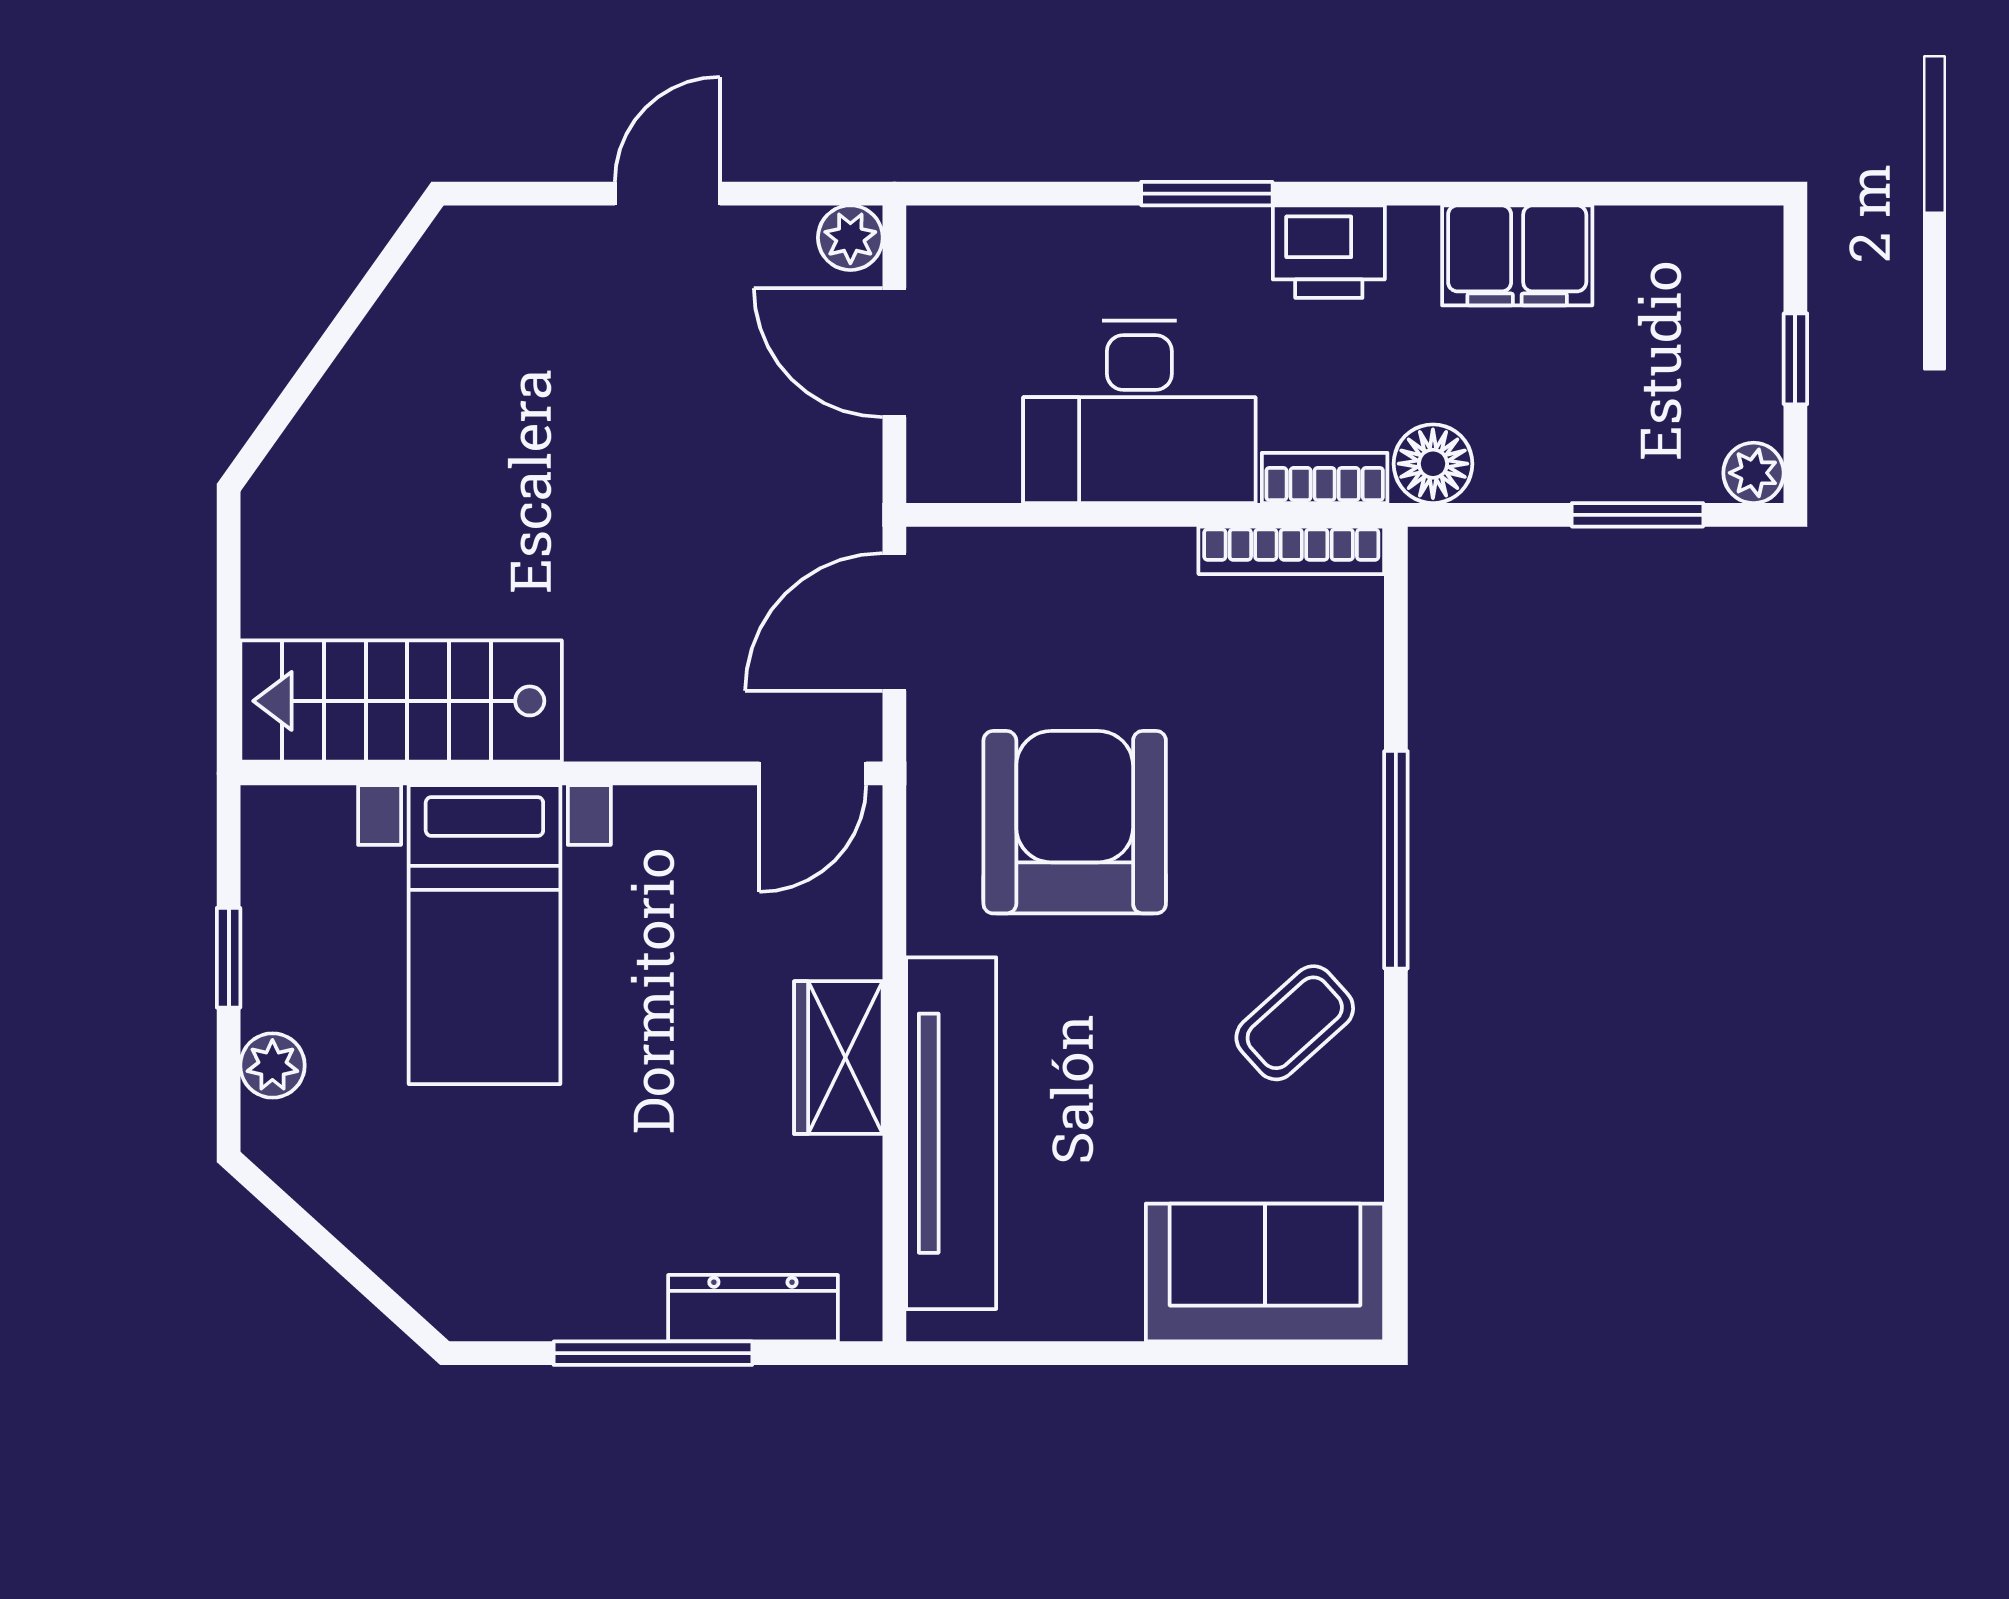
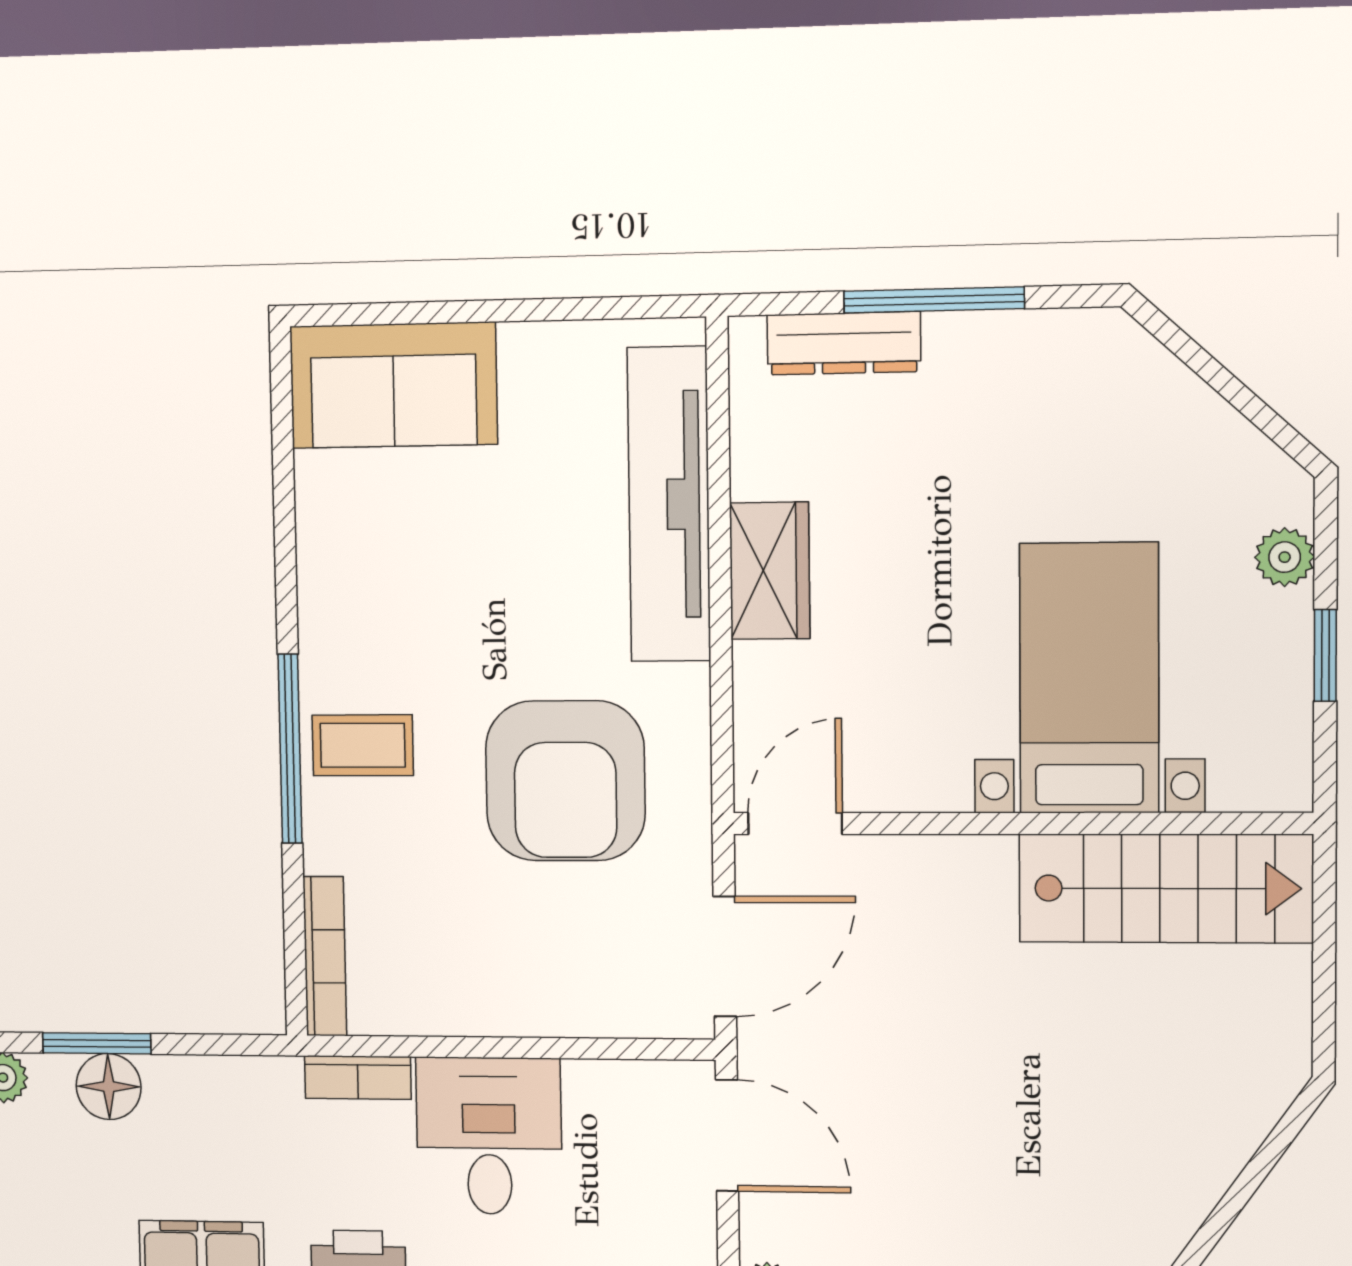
door: (894, 353) -> (727, 1135), moved
desk: (1139, 412) -> (489, 1136), width x0.73
floor lamp: (1433, 464) -> (109, 1087), moved
bookcase: (1291, 550) -> (325, 956), moved, turned 90
coffee table: (1295, 1023) -> (363, 745), moved, turned 42

